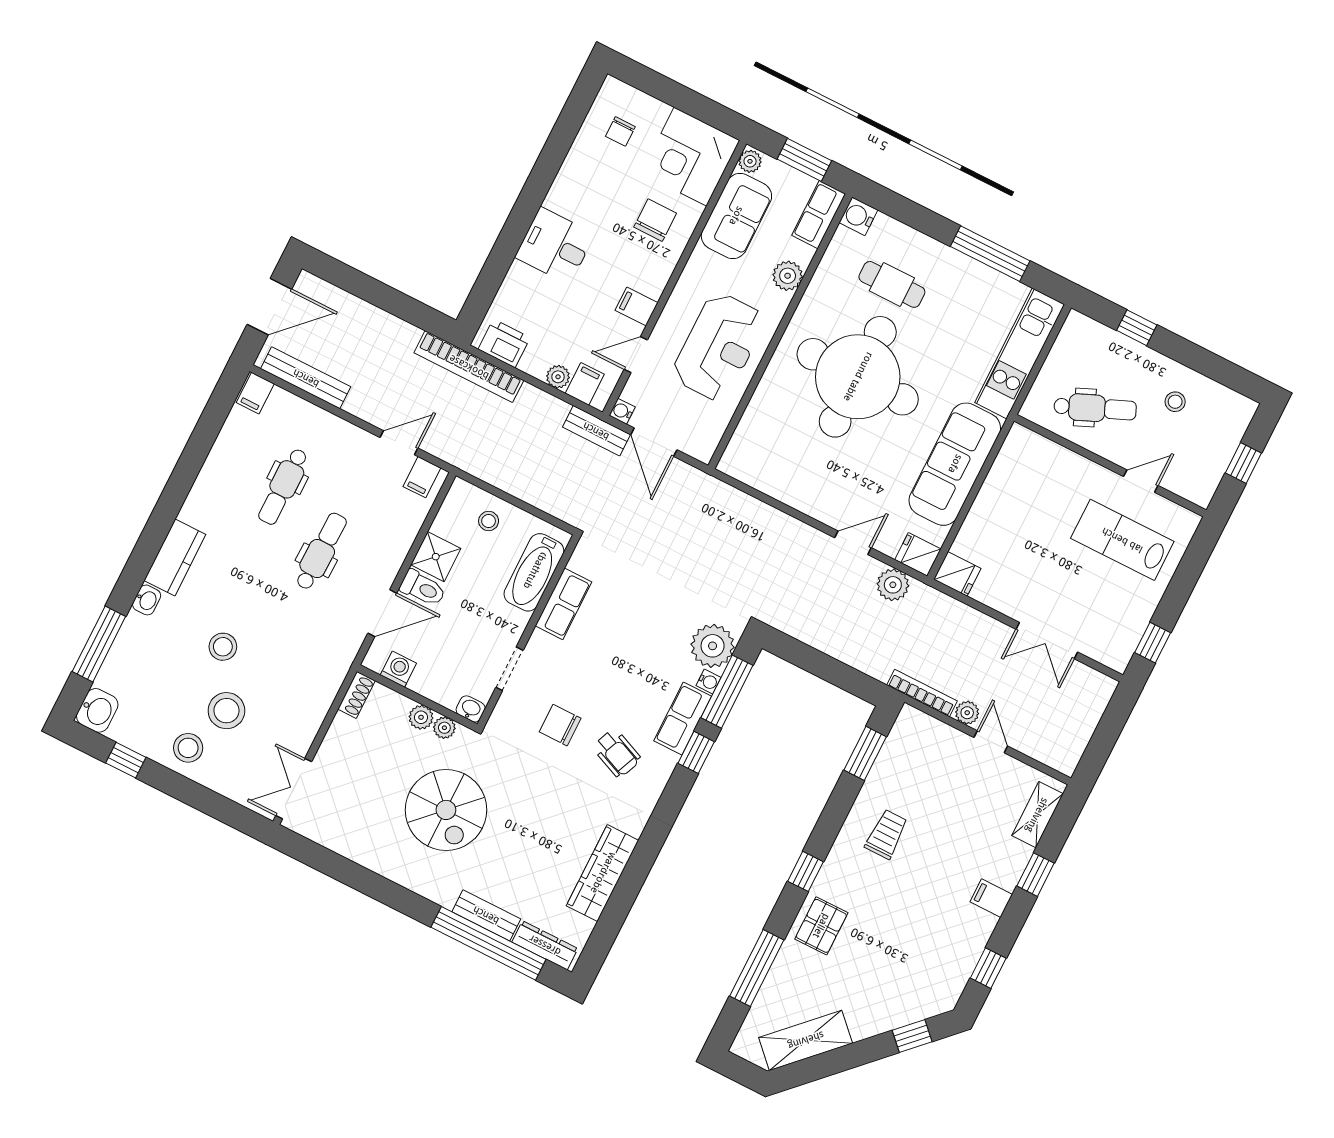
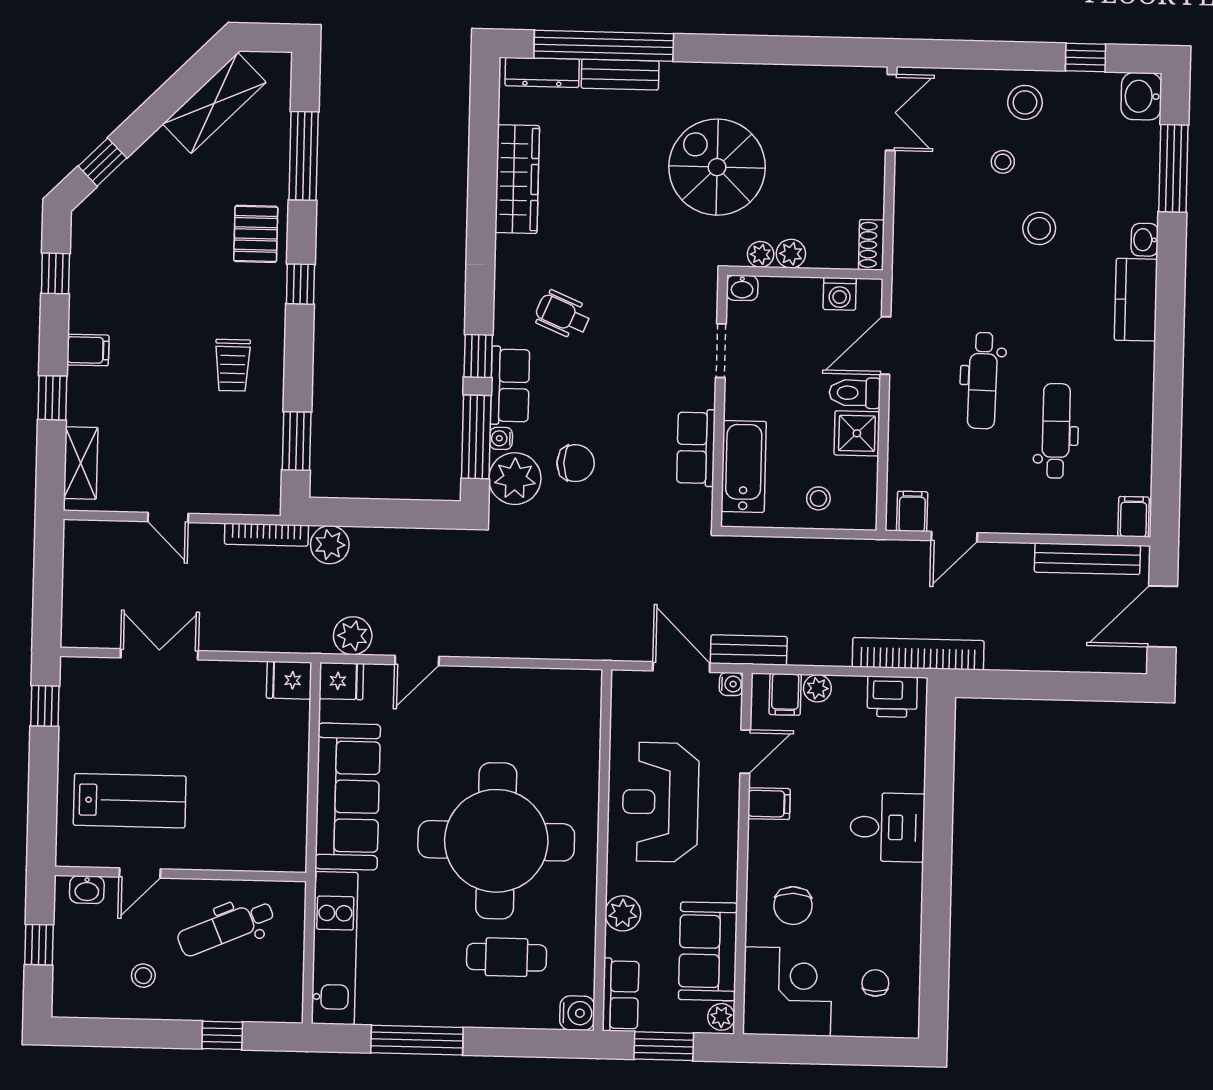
washbasin: (1187, 488) -> (87, 890), added
stool: (226, 711) -> (1003, 162), width x0.53, depth x0.53
plant: (967, 713) -> (330, 545), moved, width x1.38, depth x1.38
chair: (560, 725) -> (576, 463), moved

